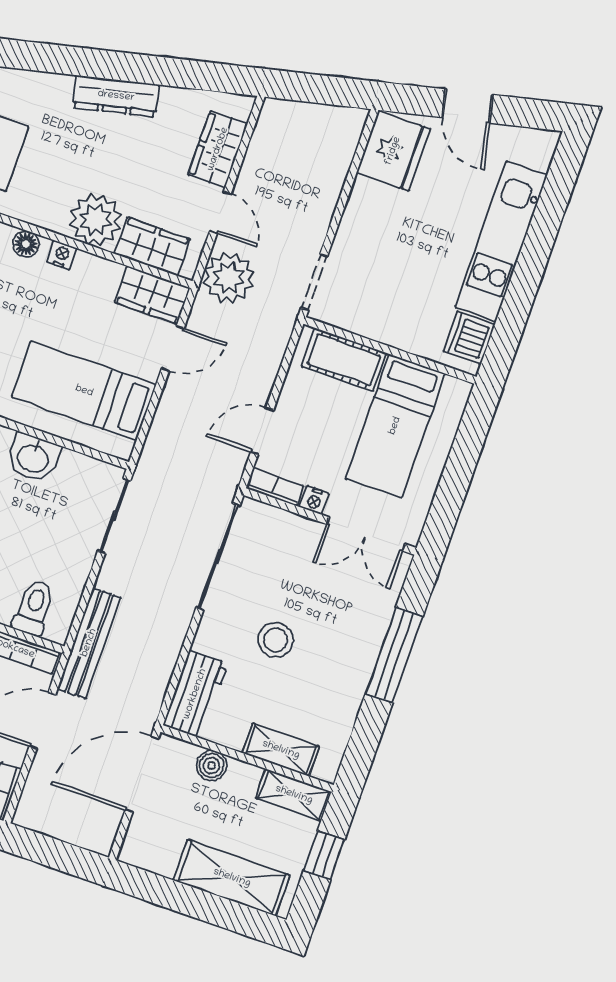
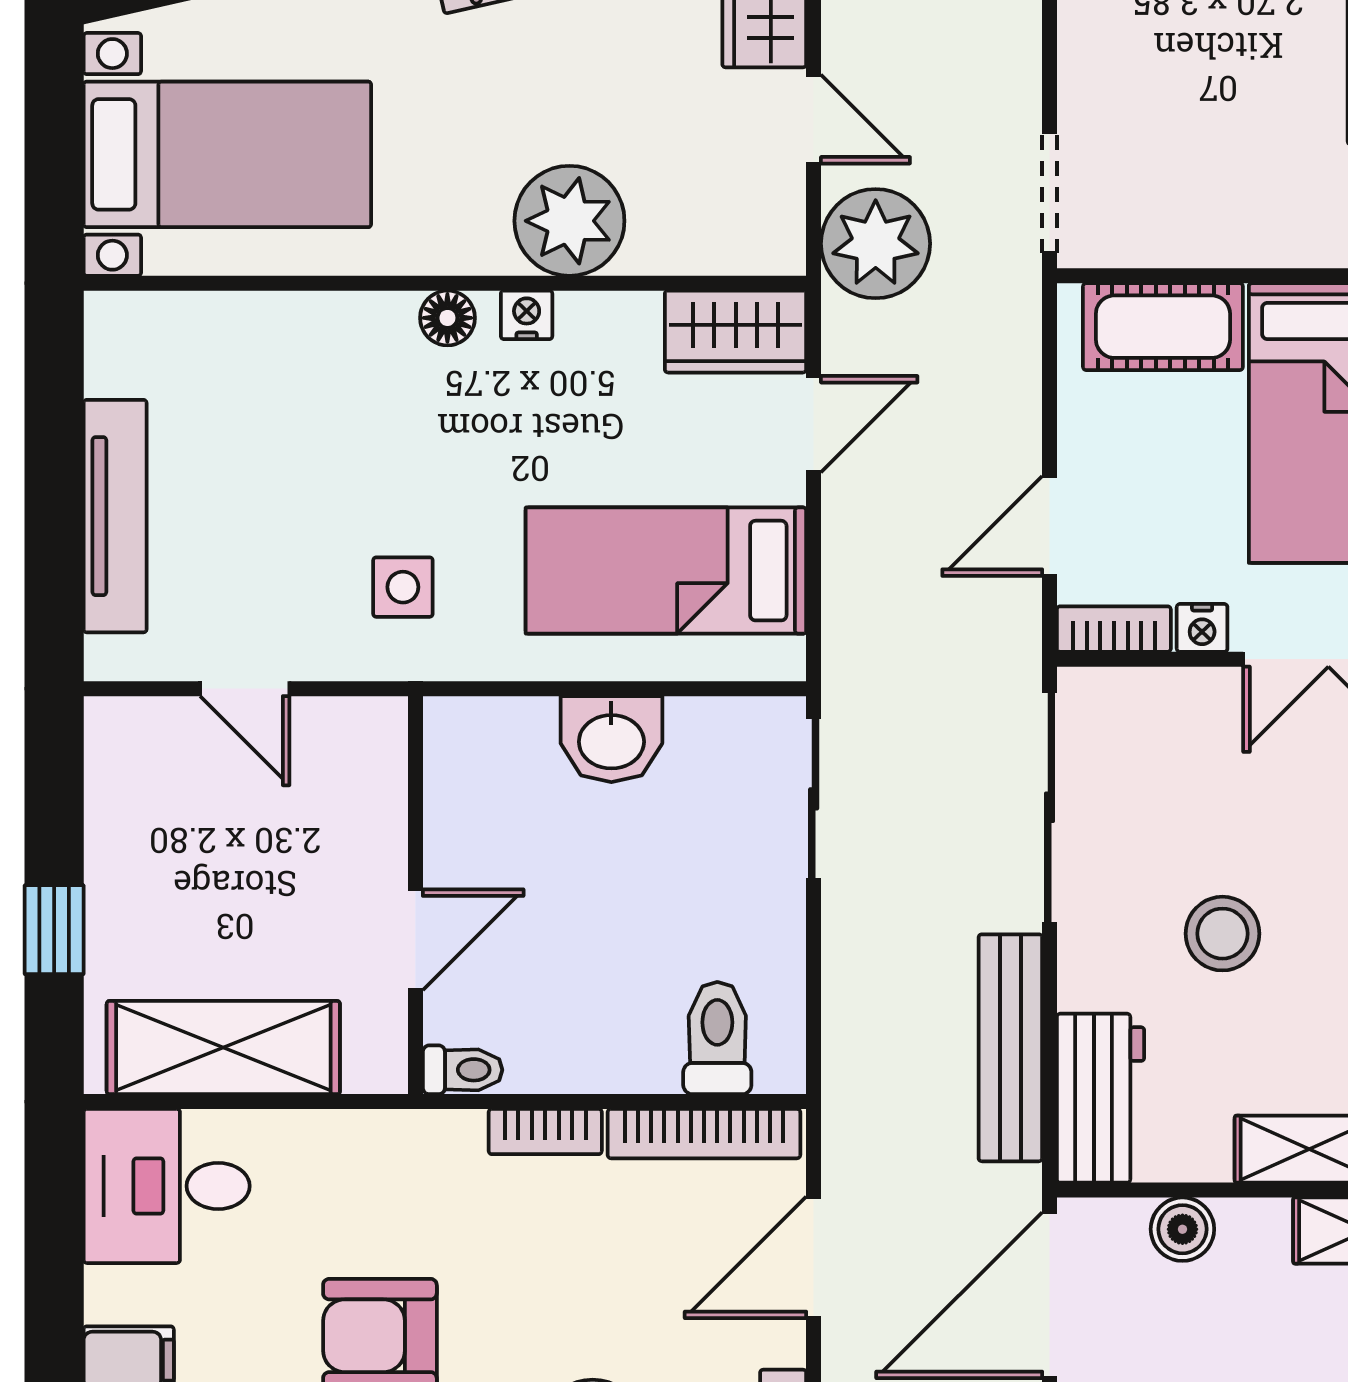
wardrobe: (152, 246) -> (701, 235), removed
bench: (89, 643) -> (1010, 1048), moved

